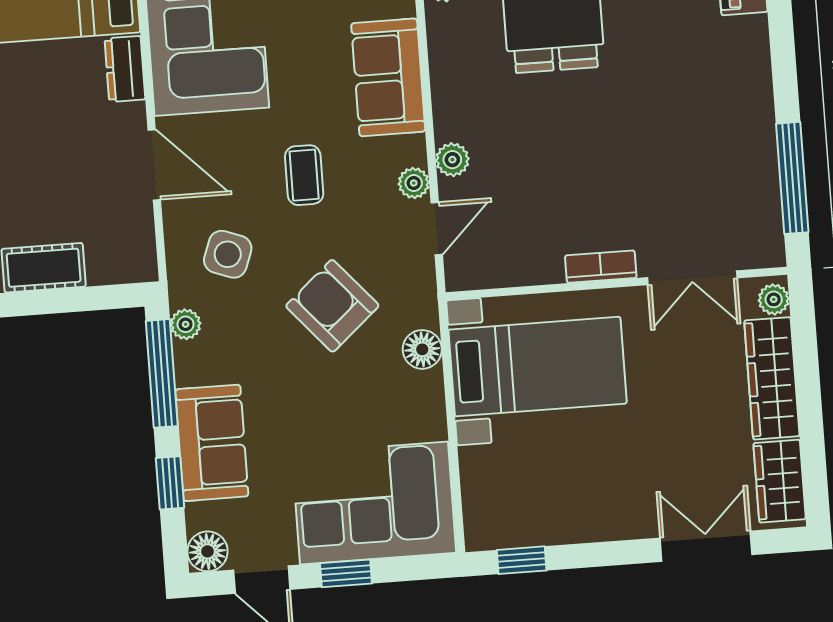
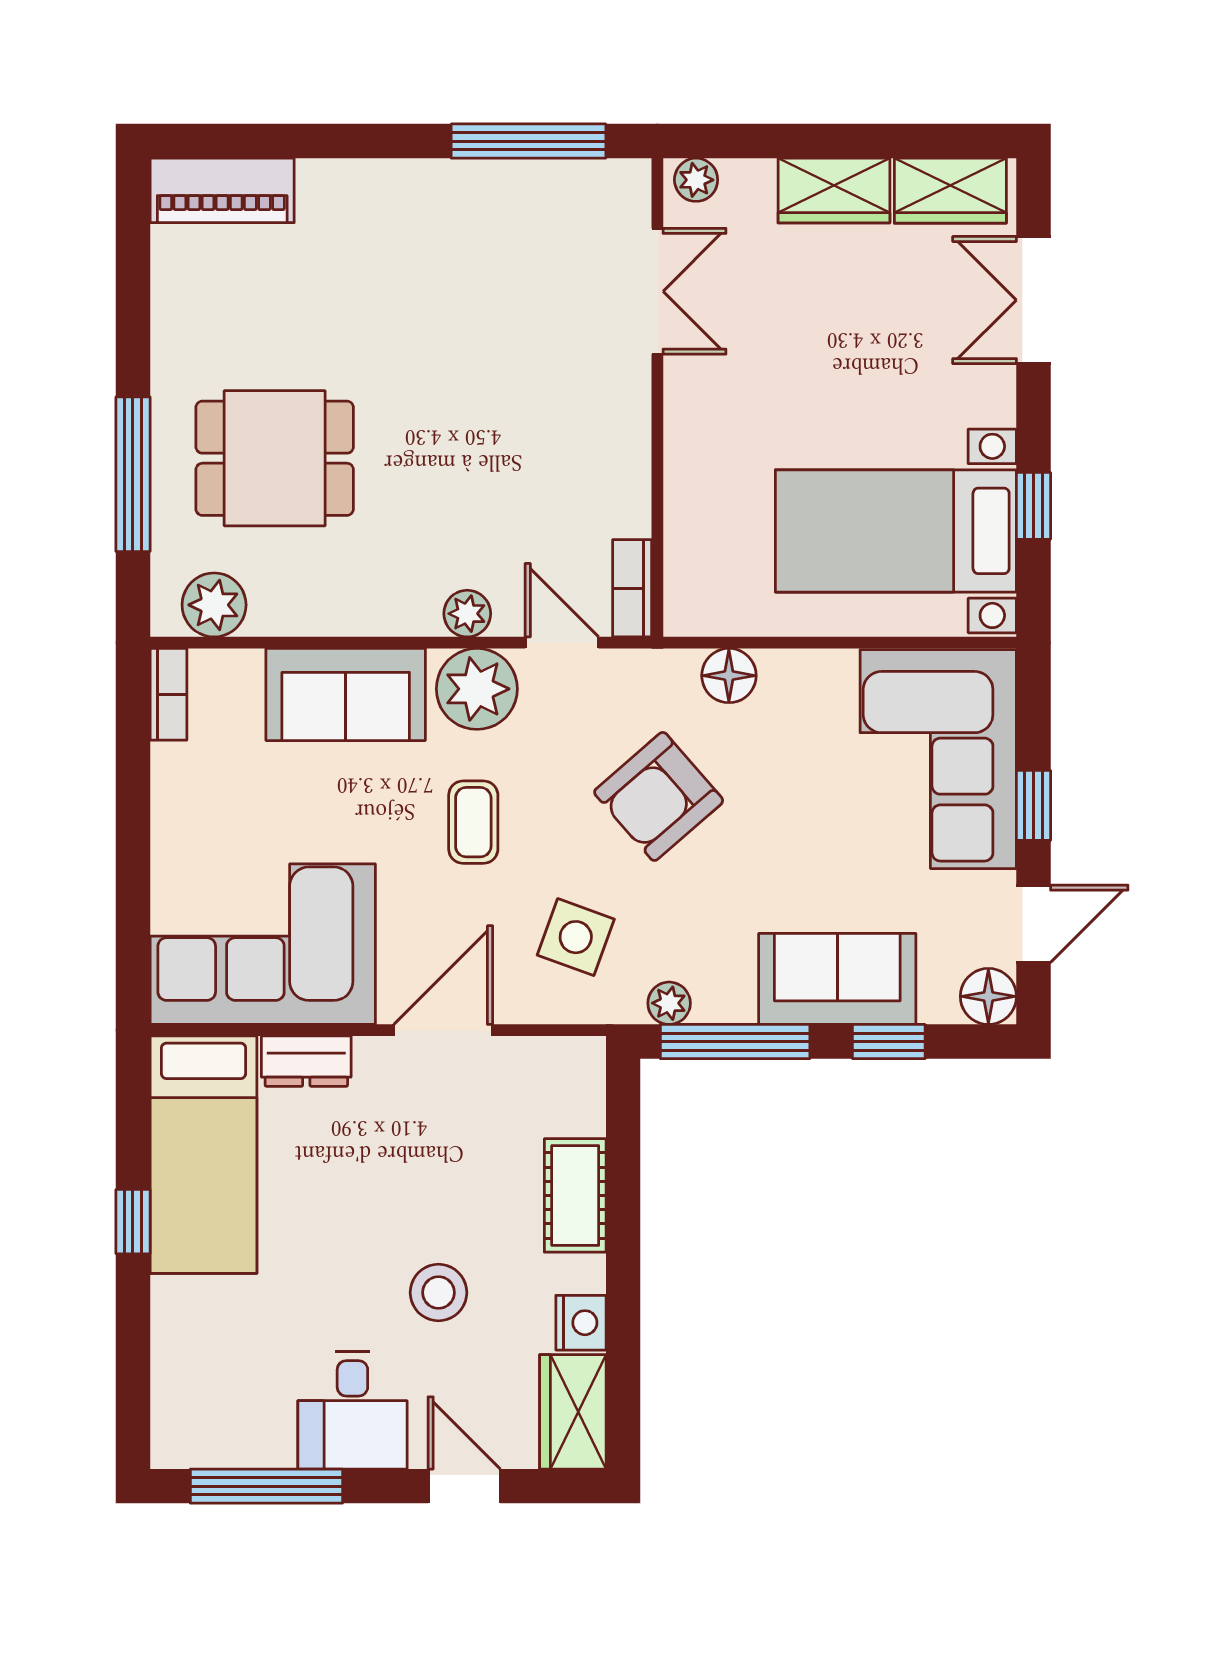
coffee table: (304, 175) -> (473, 822), turned 90
plant: (414, 183) -> (477, 689), width x1.87, depth x1.87
bookcase: (601, 267) -> (632, 588), moved
bed with nightstands: (538, 367) -> (896, 531), moved, turned -90
wardrobe: (772, 378) -> (834, 191), width x0.67
window: (522, 560) -> (1033, 506), moved

